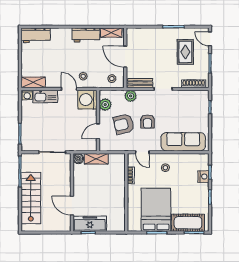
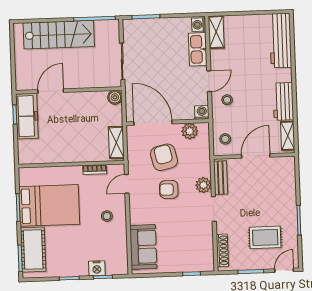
workbench: (36, 35) -> (281, 40), width x1.38
plant: (131, 96) -> (203, 185), moved
washing machine: (87, 100) -> (202, 112), width x0.53, depth x0.53
door: (98, 131) -> (153, 123), width x1.88
sofa: (183, 142) -> (143, 247), width x0.73
shelving: (96, 159) -> (116, 143), moved

